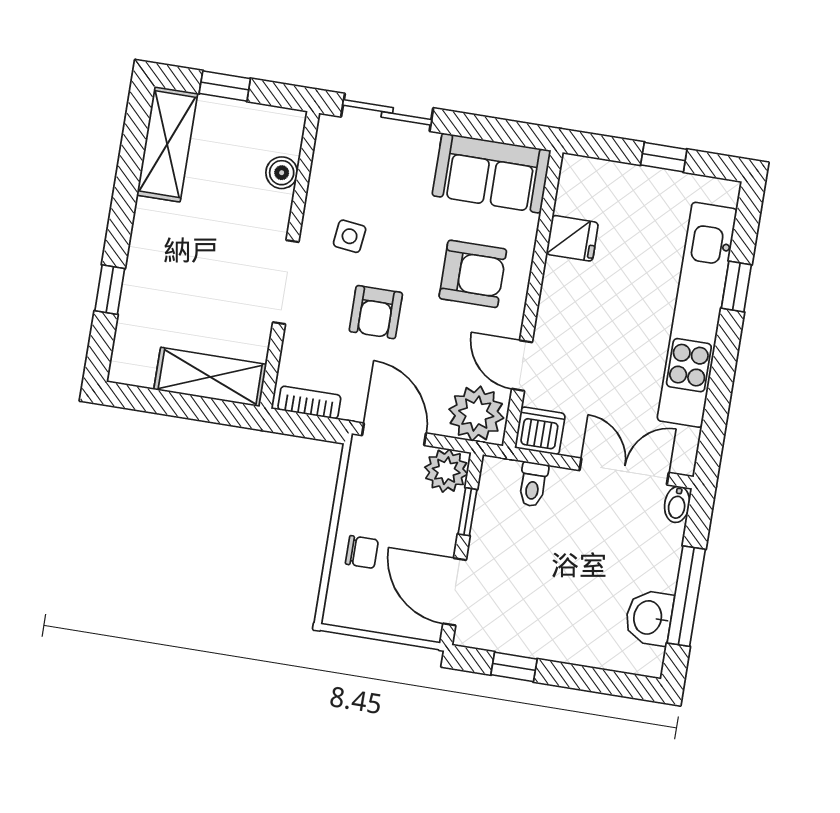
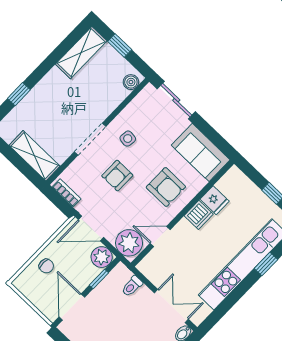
boiler: (282, 173) -> (131, 82), moved
door: (522, 366) -> (160, 236), hinge flipped
dishwasher: (540, 431) -> (199, 215), moved, turned 90
door: (394, 434) -> (91, 229), swing flipped

